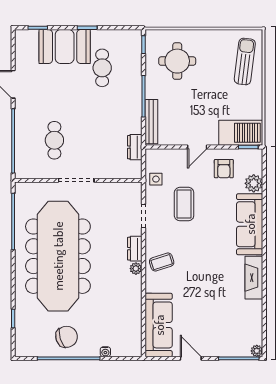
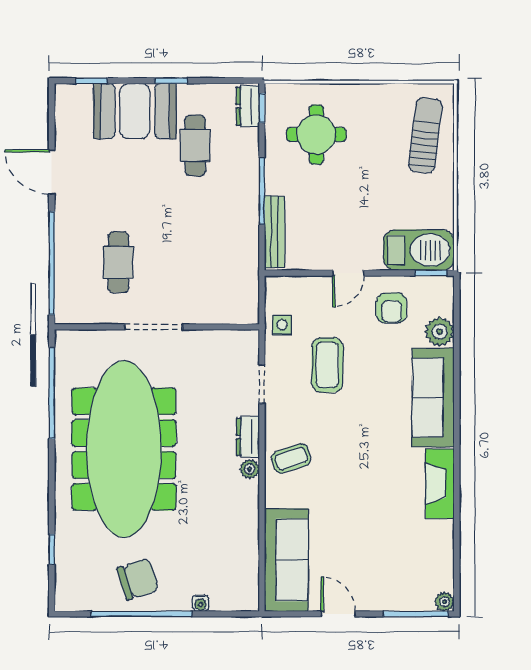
dresser: (135, 147) -> (248, 106), moved

